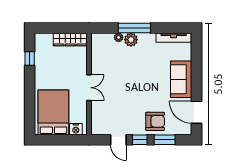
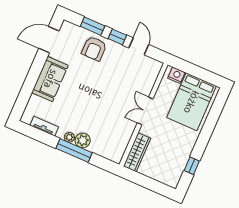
plant: (119, 37) -> (69, 137), moved
tv unit: (174, 38) -> (44, 126), width x0.71
wardrobe: (70, 39) -> (137, 152), moved, turned 90
door: (197, 112) -> (49, 40), swing flipped
armchair: (155, 121) -> (94, 49), turned -90

